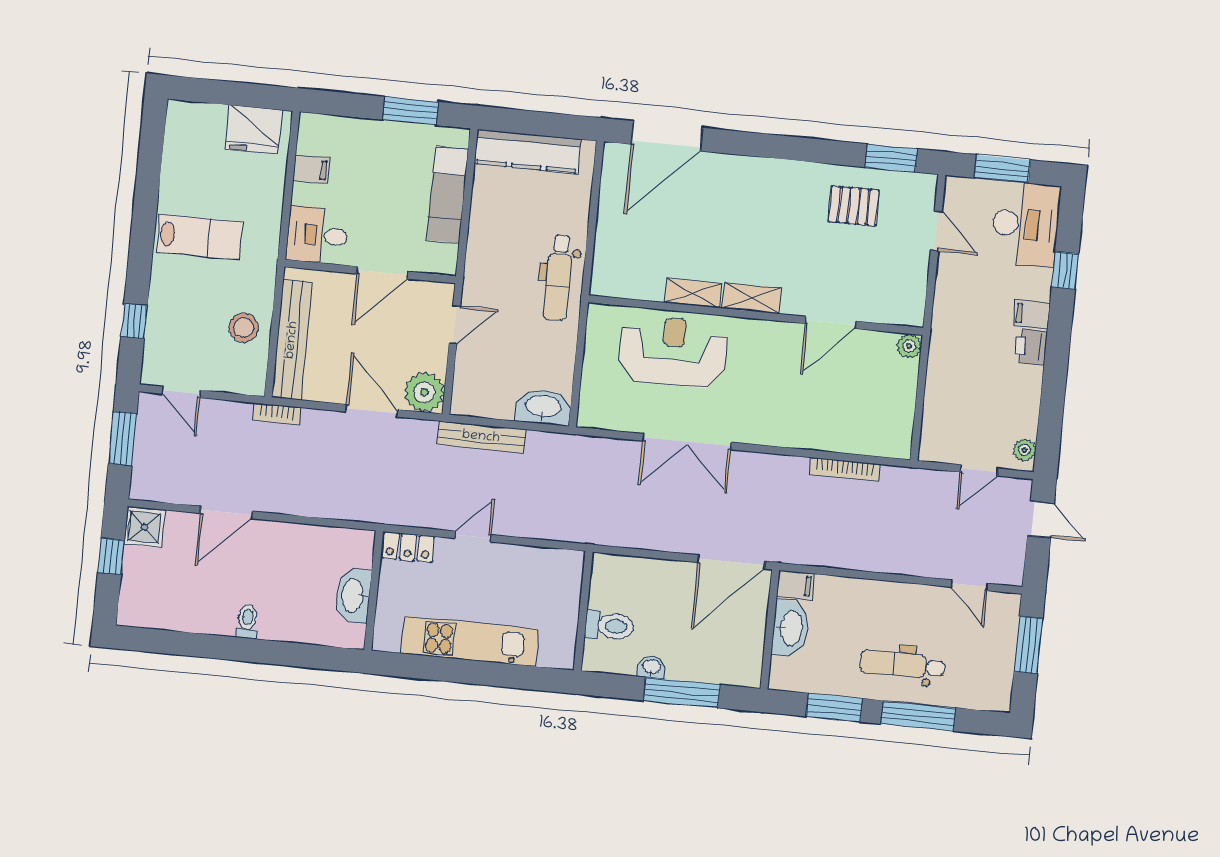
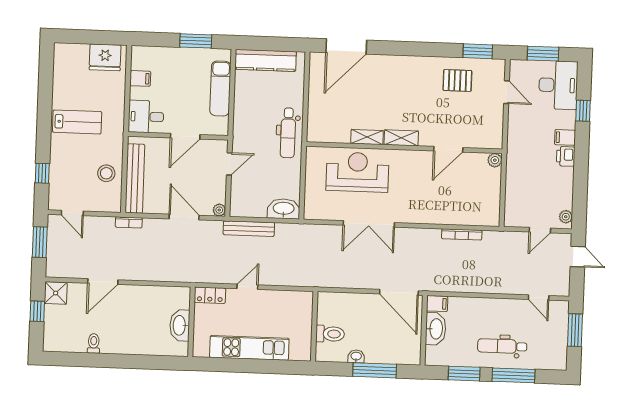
plant: (424, 392) -> (219, 210), width x0.53, depth x0.53
door: (731, 562) -> (399, 292), hinge flipped
toilet: (247, 622) -> (94, 343), moved

